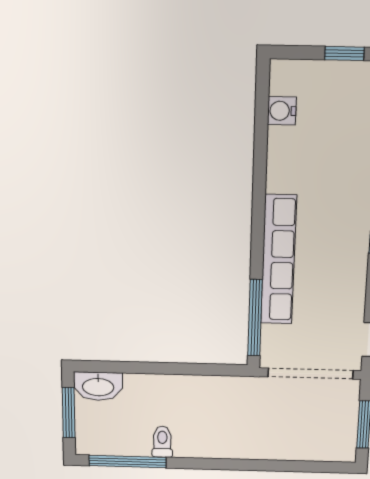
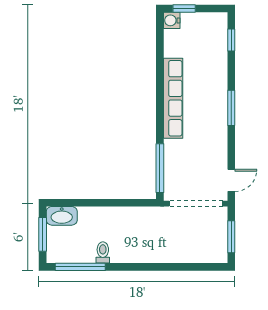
window: (344, 53) -> (184, 9), moved
water cooler: (282, 111) -> (172, 20), moved
row of seats: (279, 260) -> (173, 98), moved

